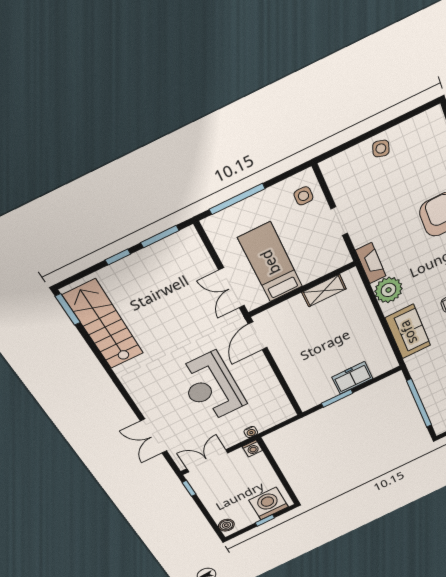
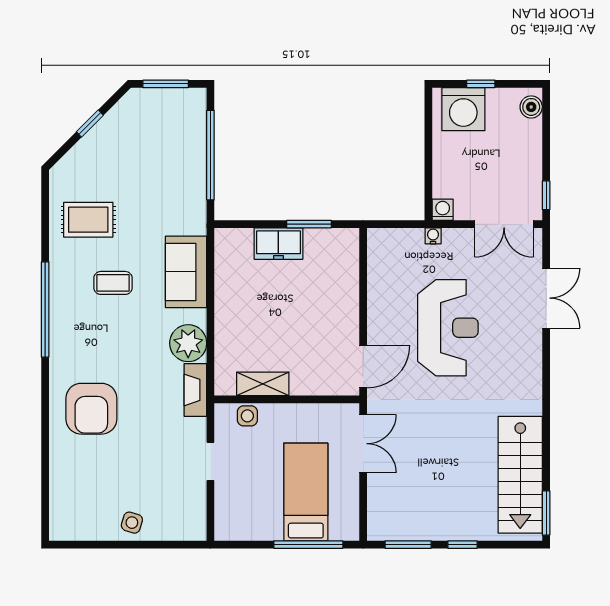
side table: (303, 196) -> (247, 416), moved
bed: (270, 262) -> (306, 492), moved, turned 180

